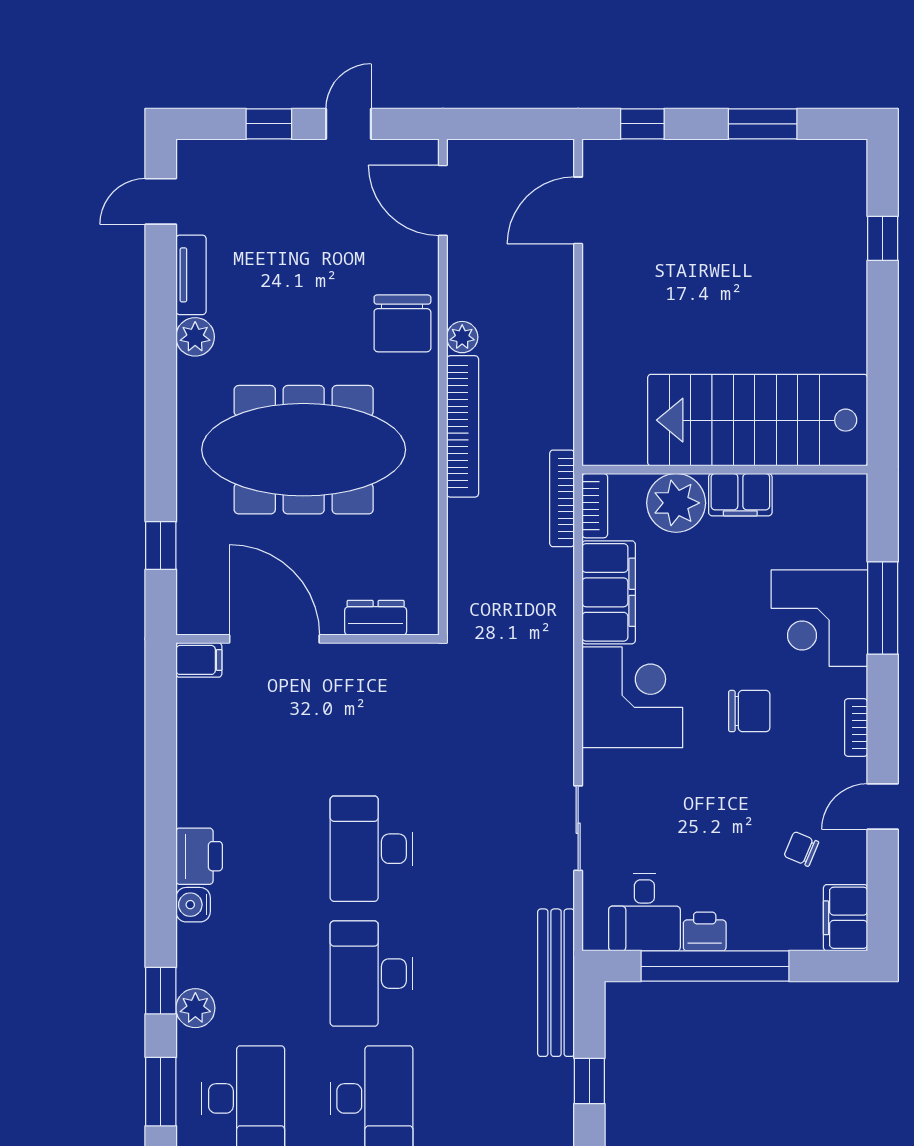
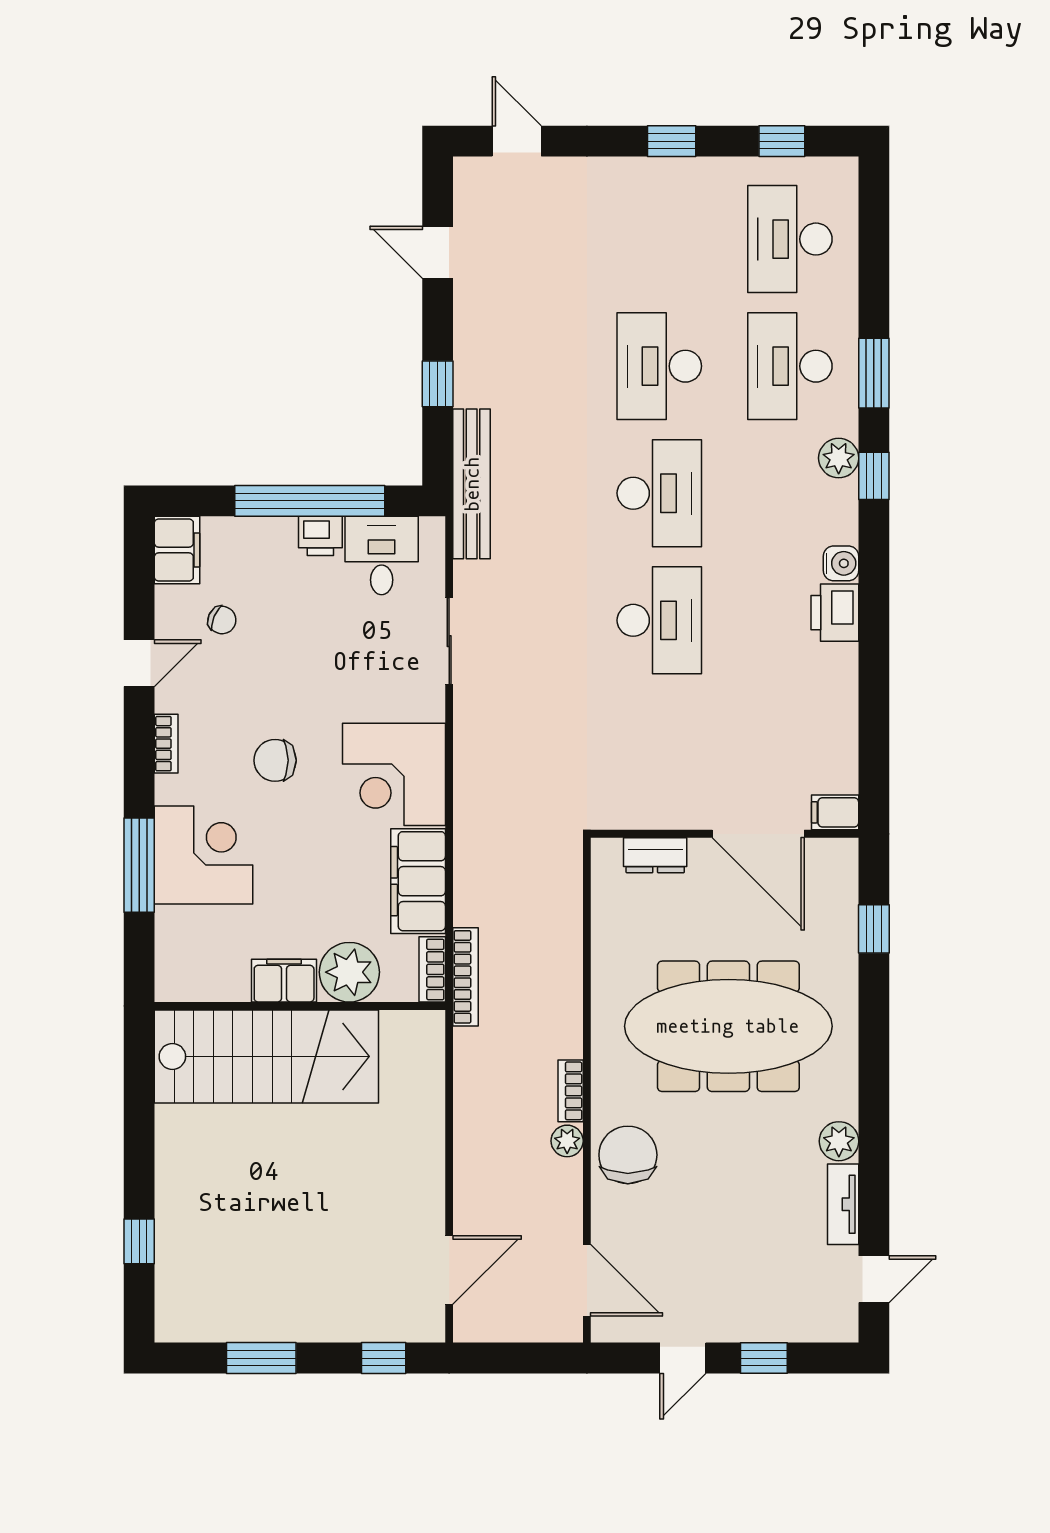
bookcase: (463, 426) -> (571, 1091), width x0.43, depth x0.76

